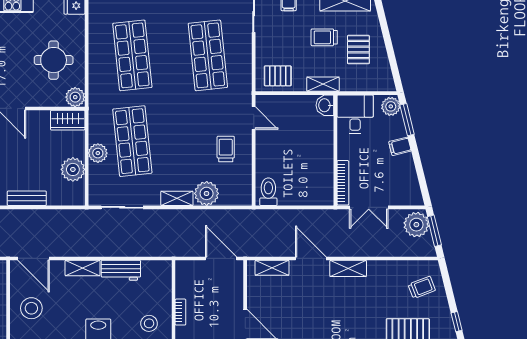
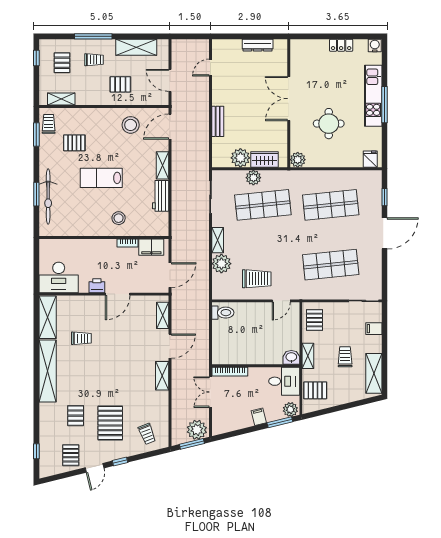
pallet: (358, 50) -> (315, 390), moved
round table: (54, 60) -> (329, 124), moved
wardrobe: (68, 120) -> (265, 159), moved, turned 90
trolley: (226, 149) -> (257, 279), width x1.36, depth x1.39
filing cabinet: (186, 282) -> (151, 247), added

